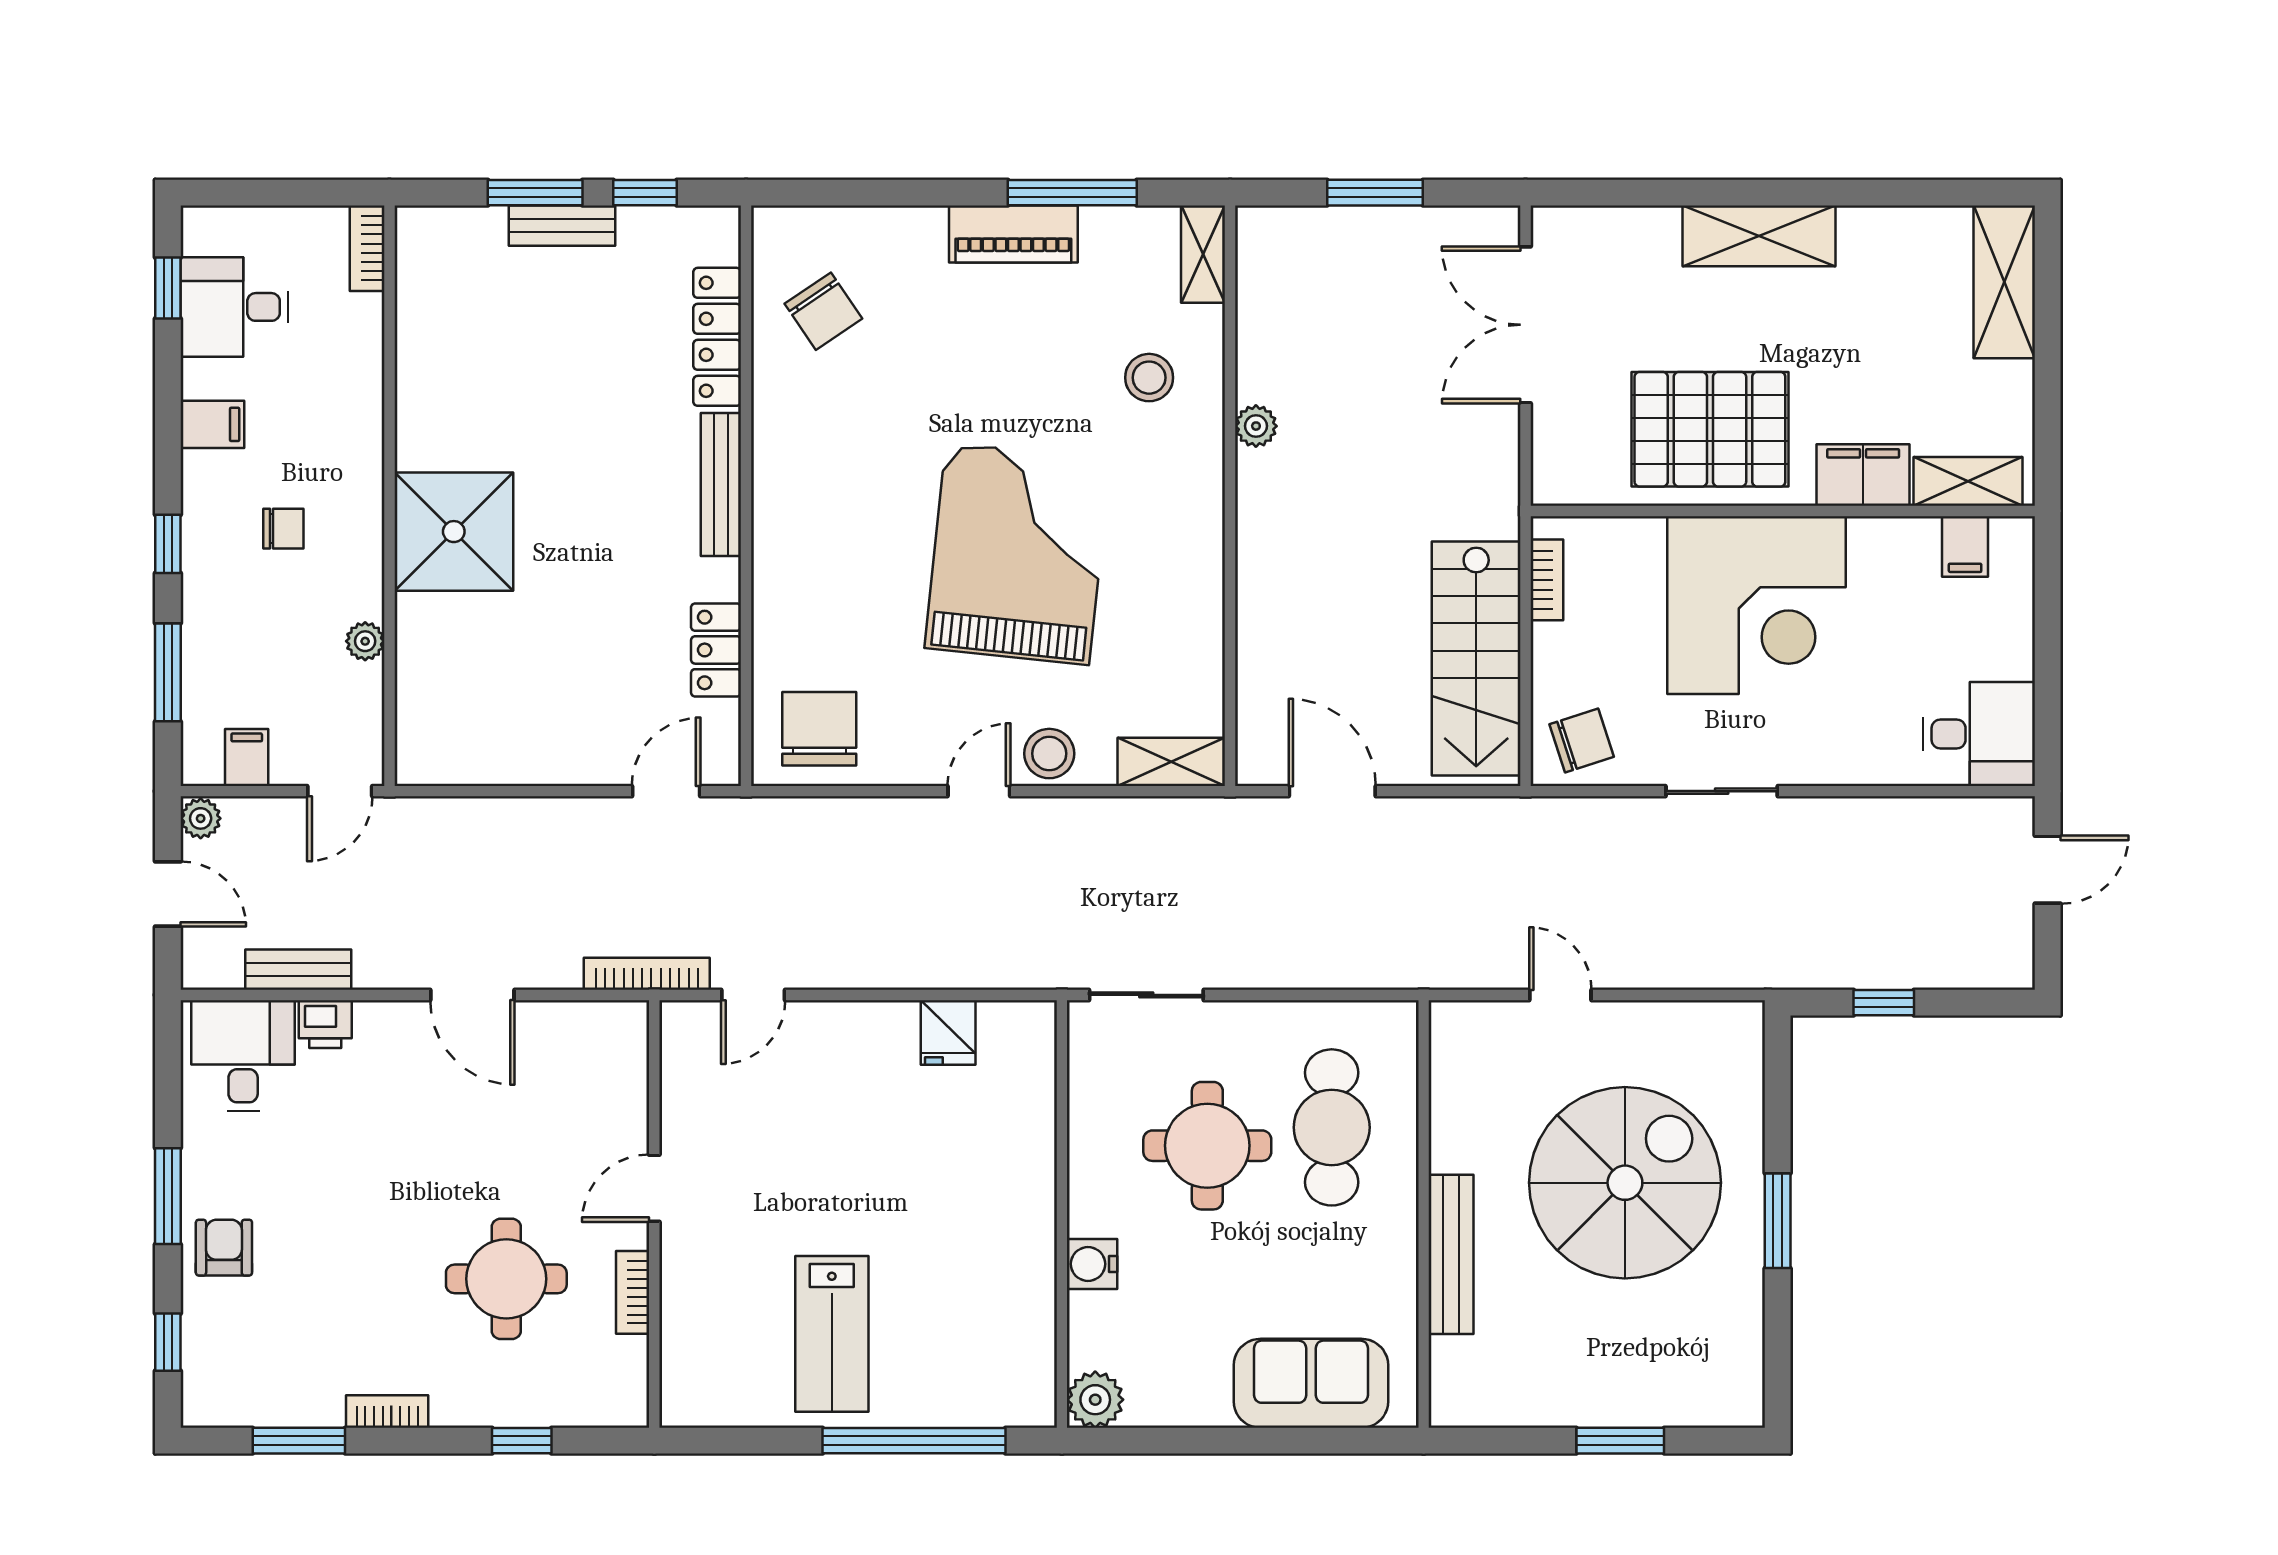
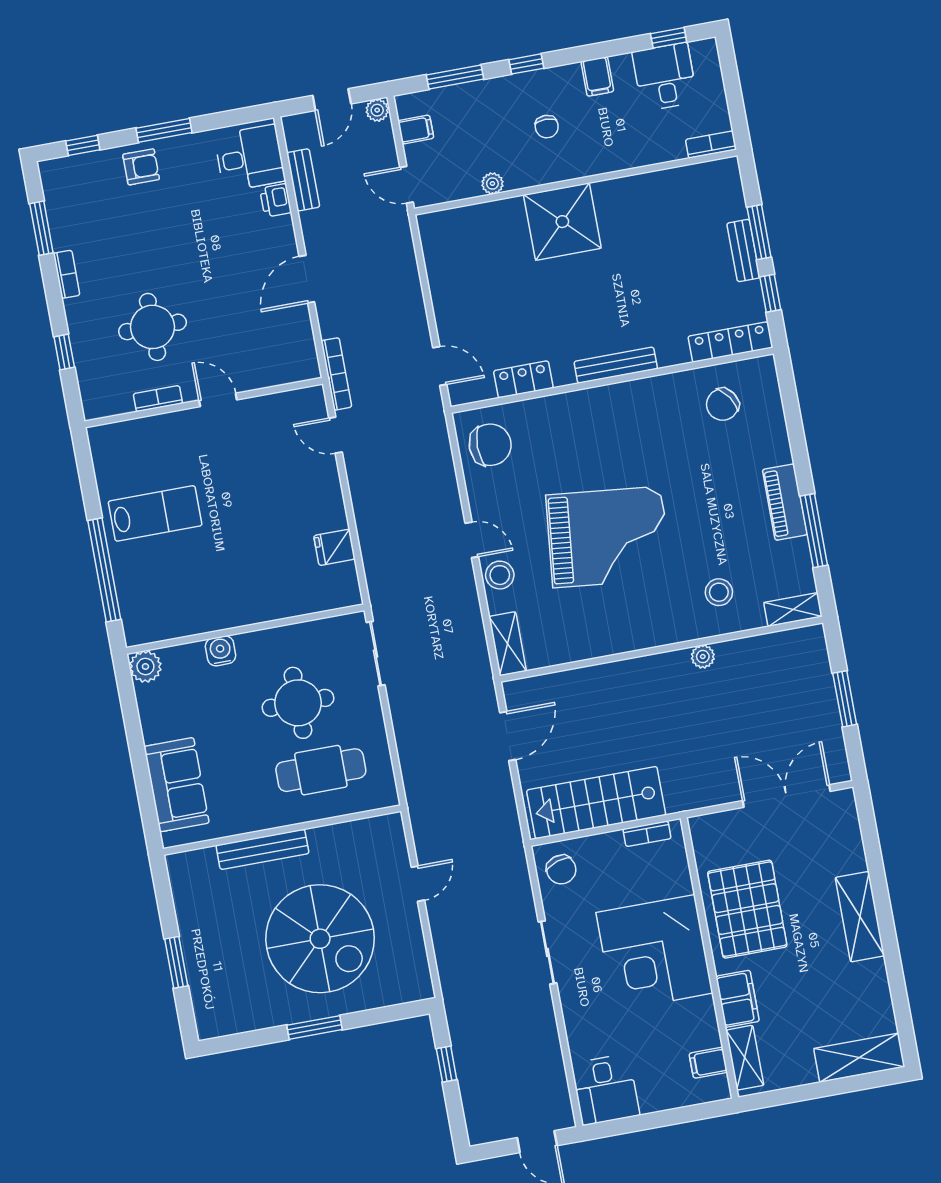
locker: (717, 337) -> (730, 342), moved
lab bench: (832, 1334) -> (155, 513), turned 180

